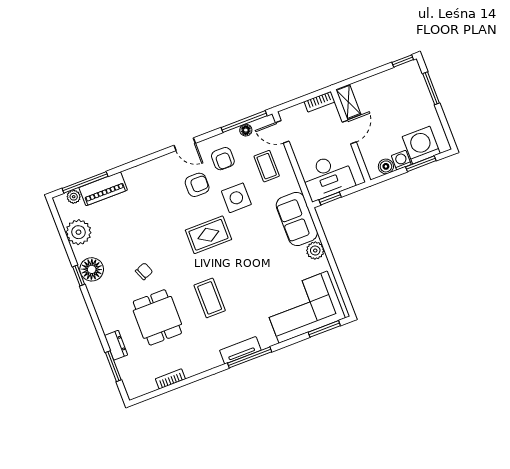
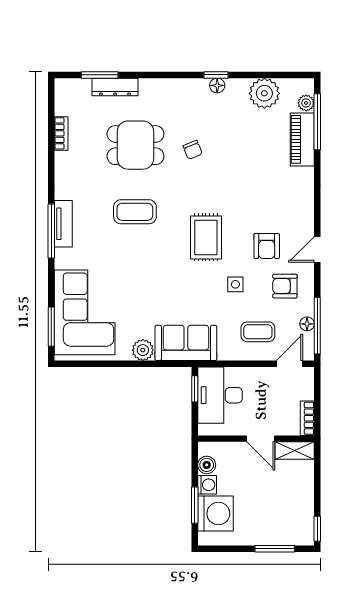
side table: (236, 198) -> (235, 284), width x0.54, depth x0.54
floor lamp: (92, 269) -> (217, 85), width x0.53, depth x0.53
dresser: (116, 345) -> (115, 87), width x1.44

